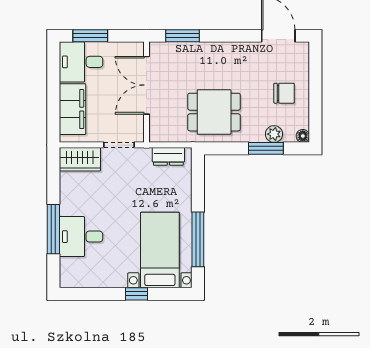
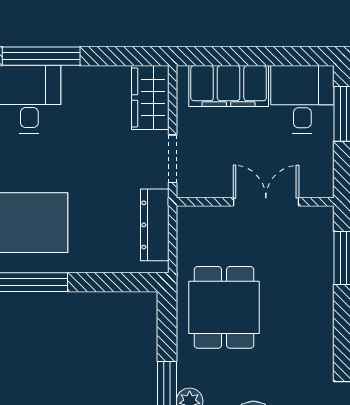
double door: (146, 85) -> (266, 202), width x0.73
dresser: (168, 156) -> (155, 225), width x1.44

